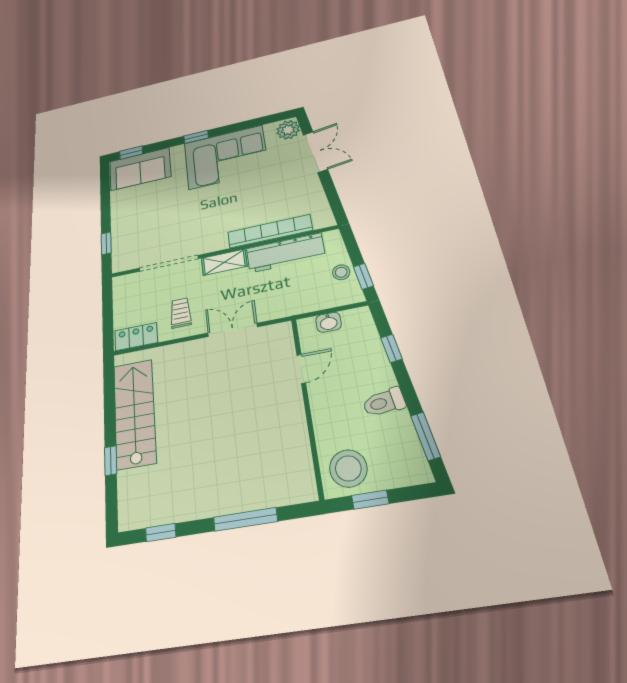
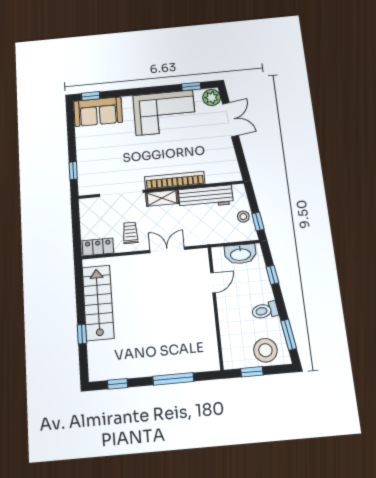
window: (196, 137) -> (191, 86), moved
bookcase: (270, 231) -> (175, 180), moved
washbasin: (329, 322) -> (240, 254), width x1.91, depth x1.45
stool: (348, 468) -> (265, 350), moved

